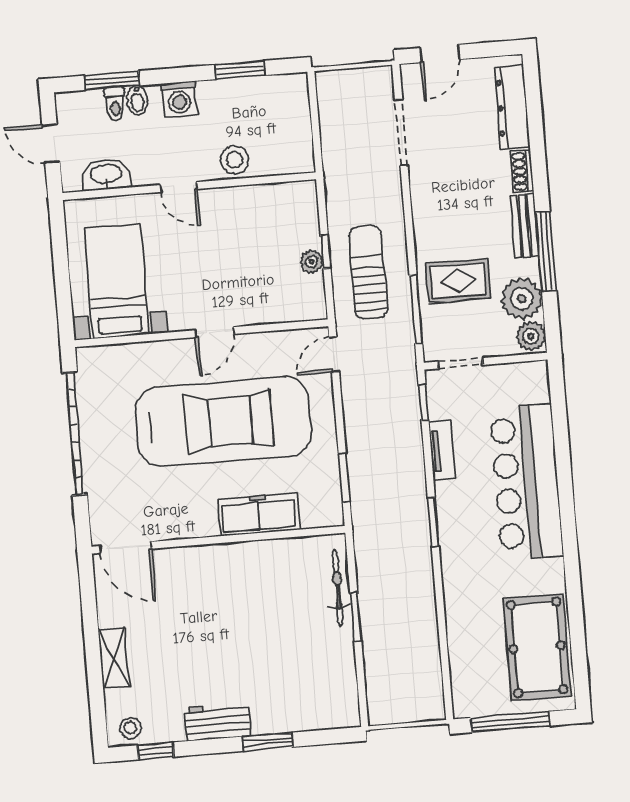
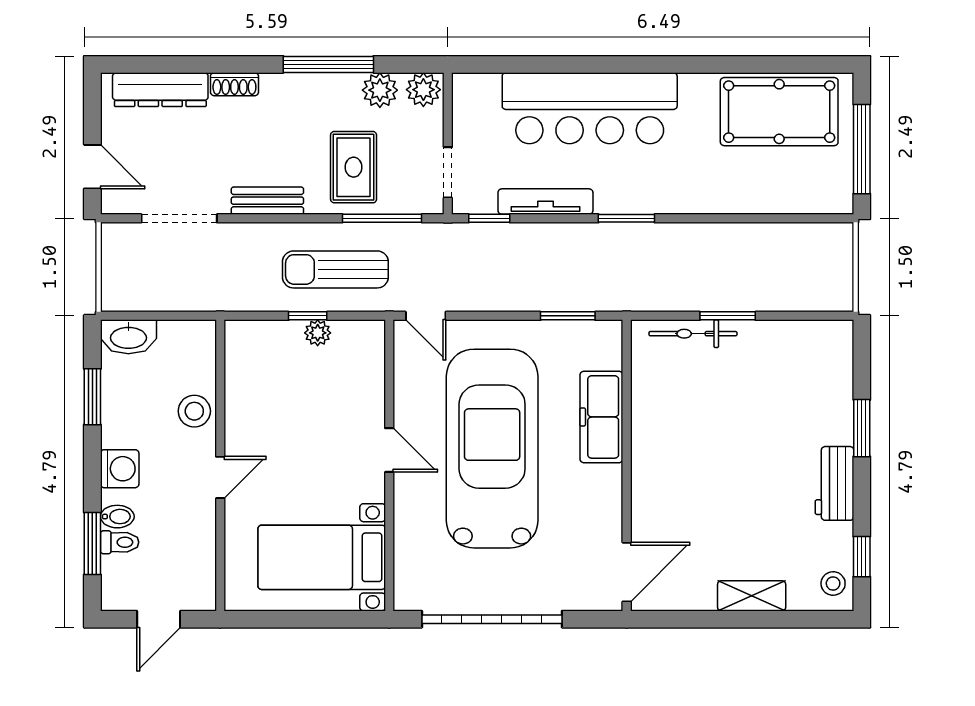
washbasin: (106, 175) -> (128, 337), moved, turned -90
bench: (525, 226) -> (267, 201), moved
plant: (522, 299) -> (380, 90), width x0.73, depth x0.73
tv unit: (442, 450) -> (545, 202), width x1.41

